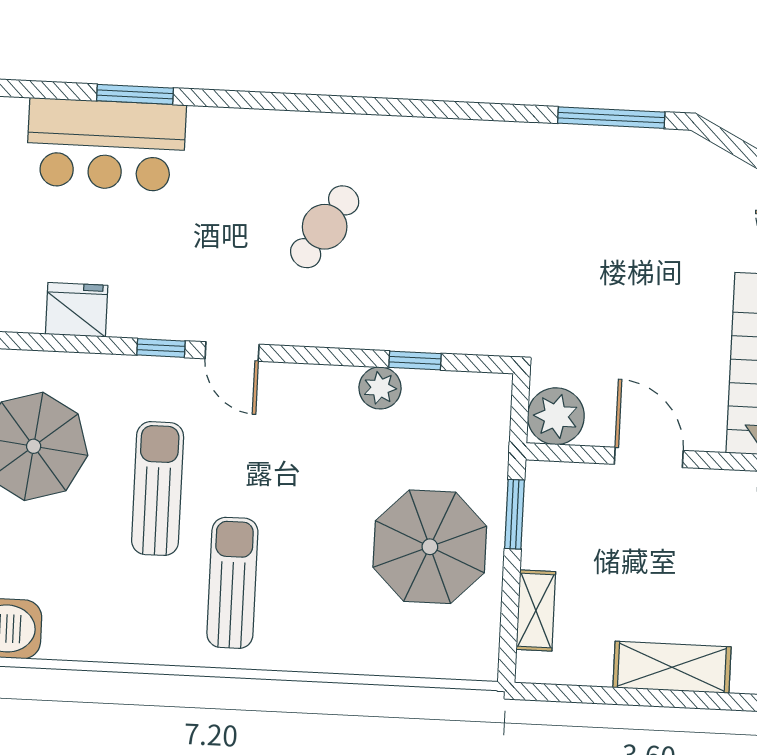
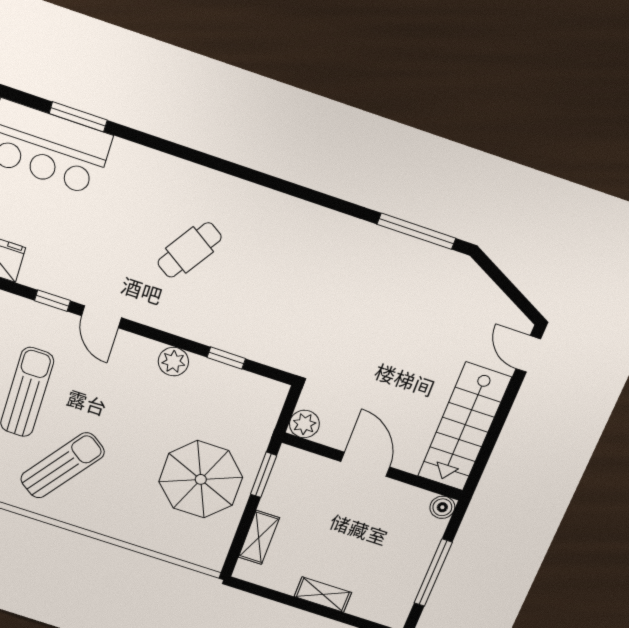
plant: (380, 388) -> (173, 362), moved
plant: (556, 416) -> (304, 424), width x0.73, depth x0.73
sun lounger: (232, 583) -> (62, 465), turned 36
shelving: (672, 667) -> (323, 595), width x0.67, depth x0.75

